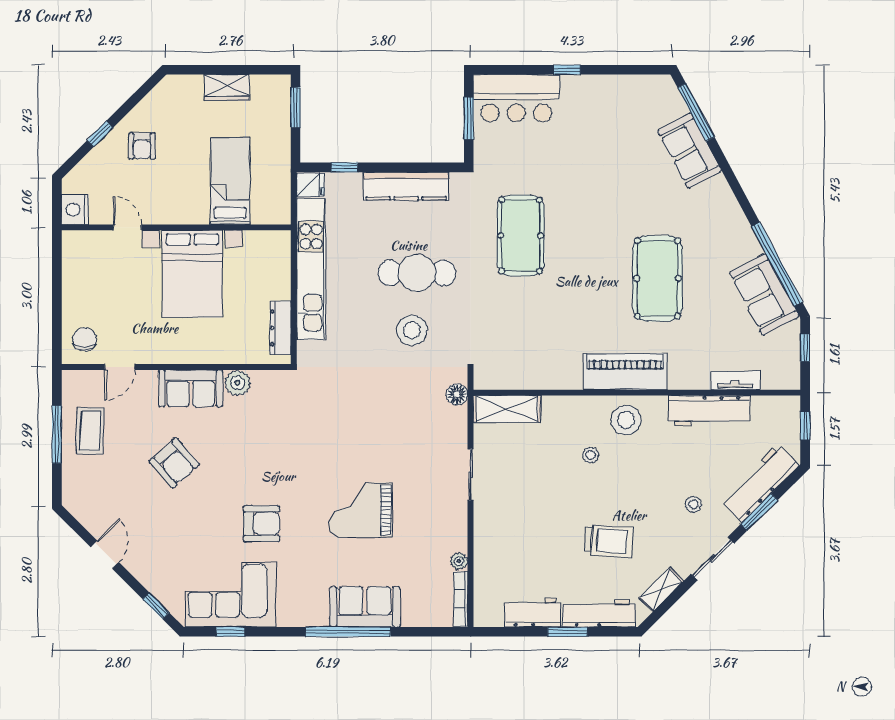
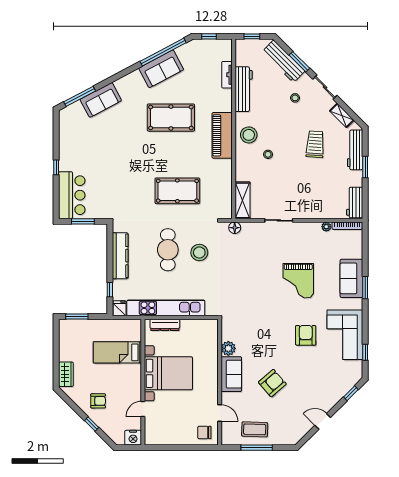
wardrobe: (227, 87) -> (66, 374), moved
pool table: (521, 235) -> (177, 191), moved
sofa: (764, 294) -> (161, 69), moved
dresser: (280, 328) -> (165, 325), moved
corner sofa: (231, 595) -> (345, 335), moved
workbench: (533, 613) -> (355, 202), moved
window: (348, 632) -> (365, 288), width x0.47

